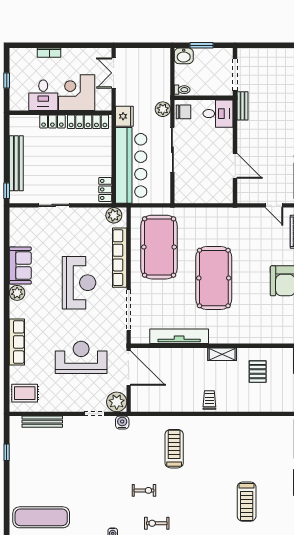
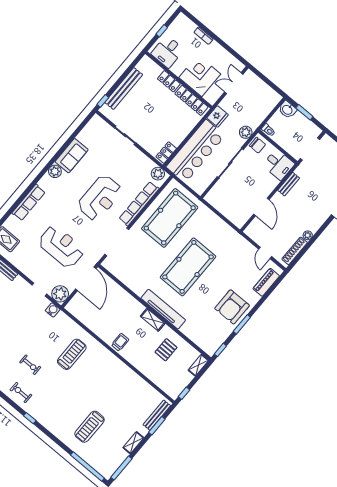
desk: (43, 95) -> (168, 52), moved
bench: (243, 106) -> (289, 184), moved
tv unit: (179, 336) -> (163, 309), moved

